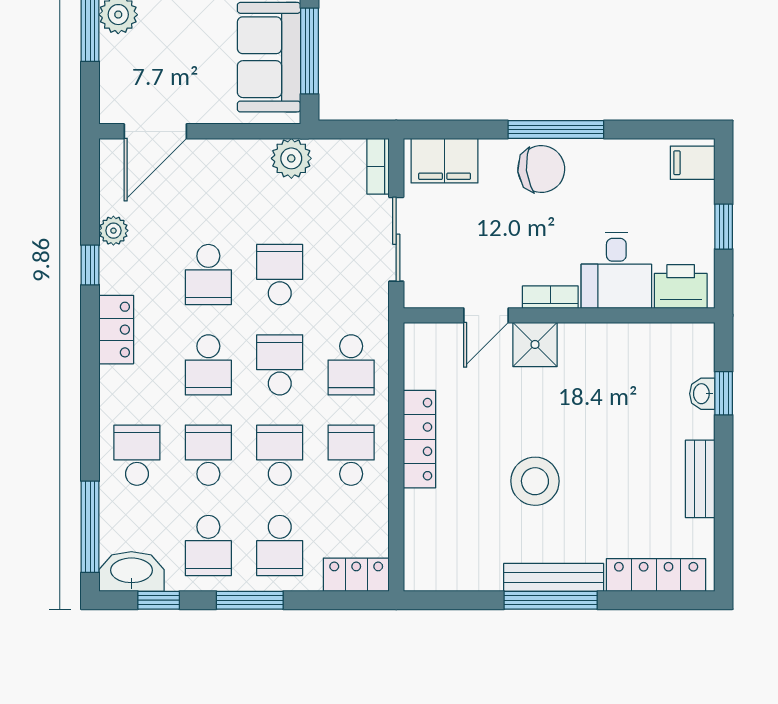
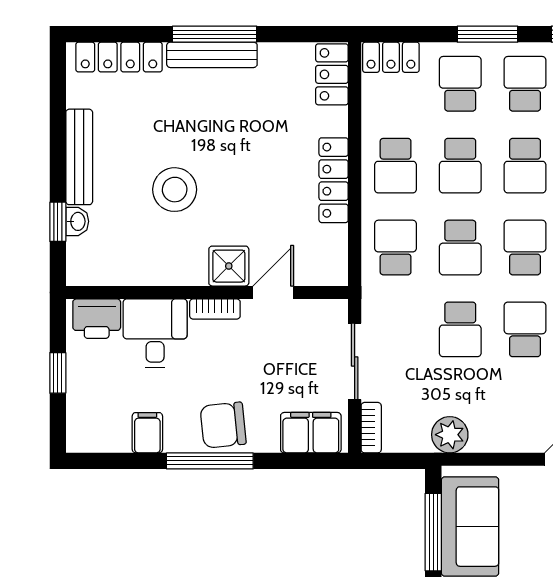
filing cabinet: (693, 163) -> (147, 433), moved, turned -90
bench: (700, 479) -> (79, 157), width x1.36
stool: (535, 481) -> (175, 190), moved
locker: (421, 556) -> (332, 74), added

